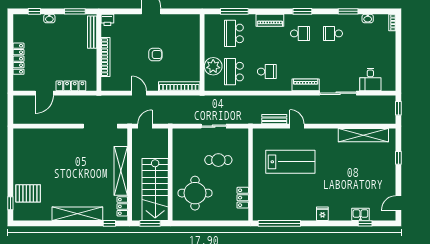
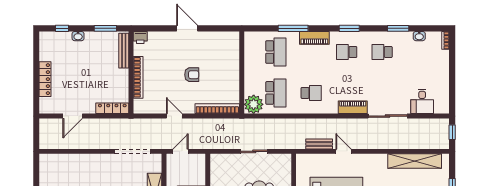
window: (234, 11) -> (293, 28), moved
school desk: (234, 33) -> (276, 52), turned 180
school desk: (300, 33) -> (347, 52), turned 180
plant: (213, 66) -> (254, 104), moved
school desk: (234, 72) -> (276, 93), turned 180
locker: (71, 86) -> (112, 108), moved

